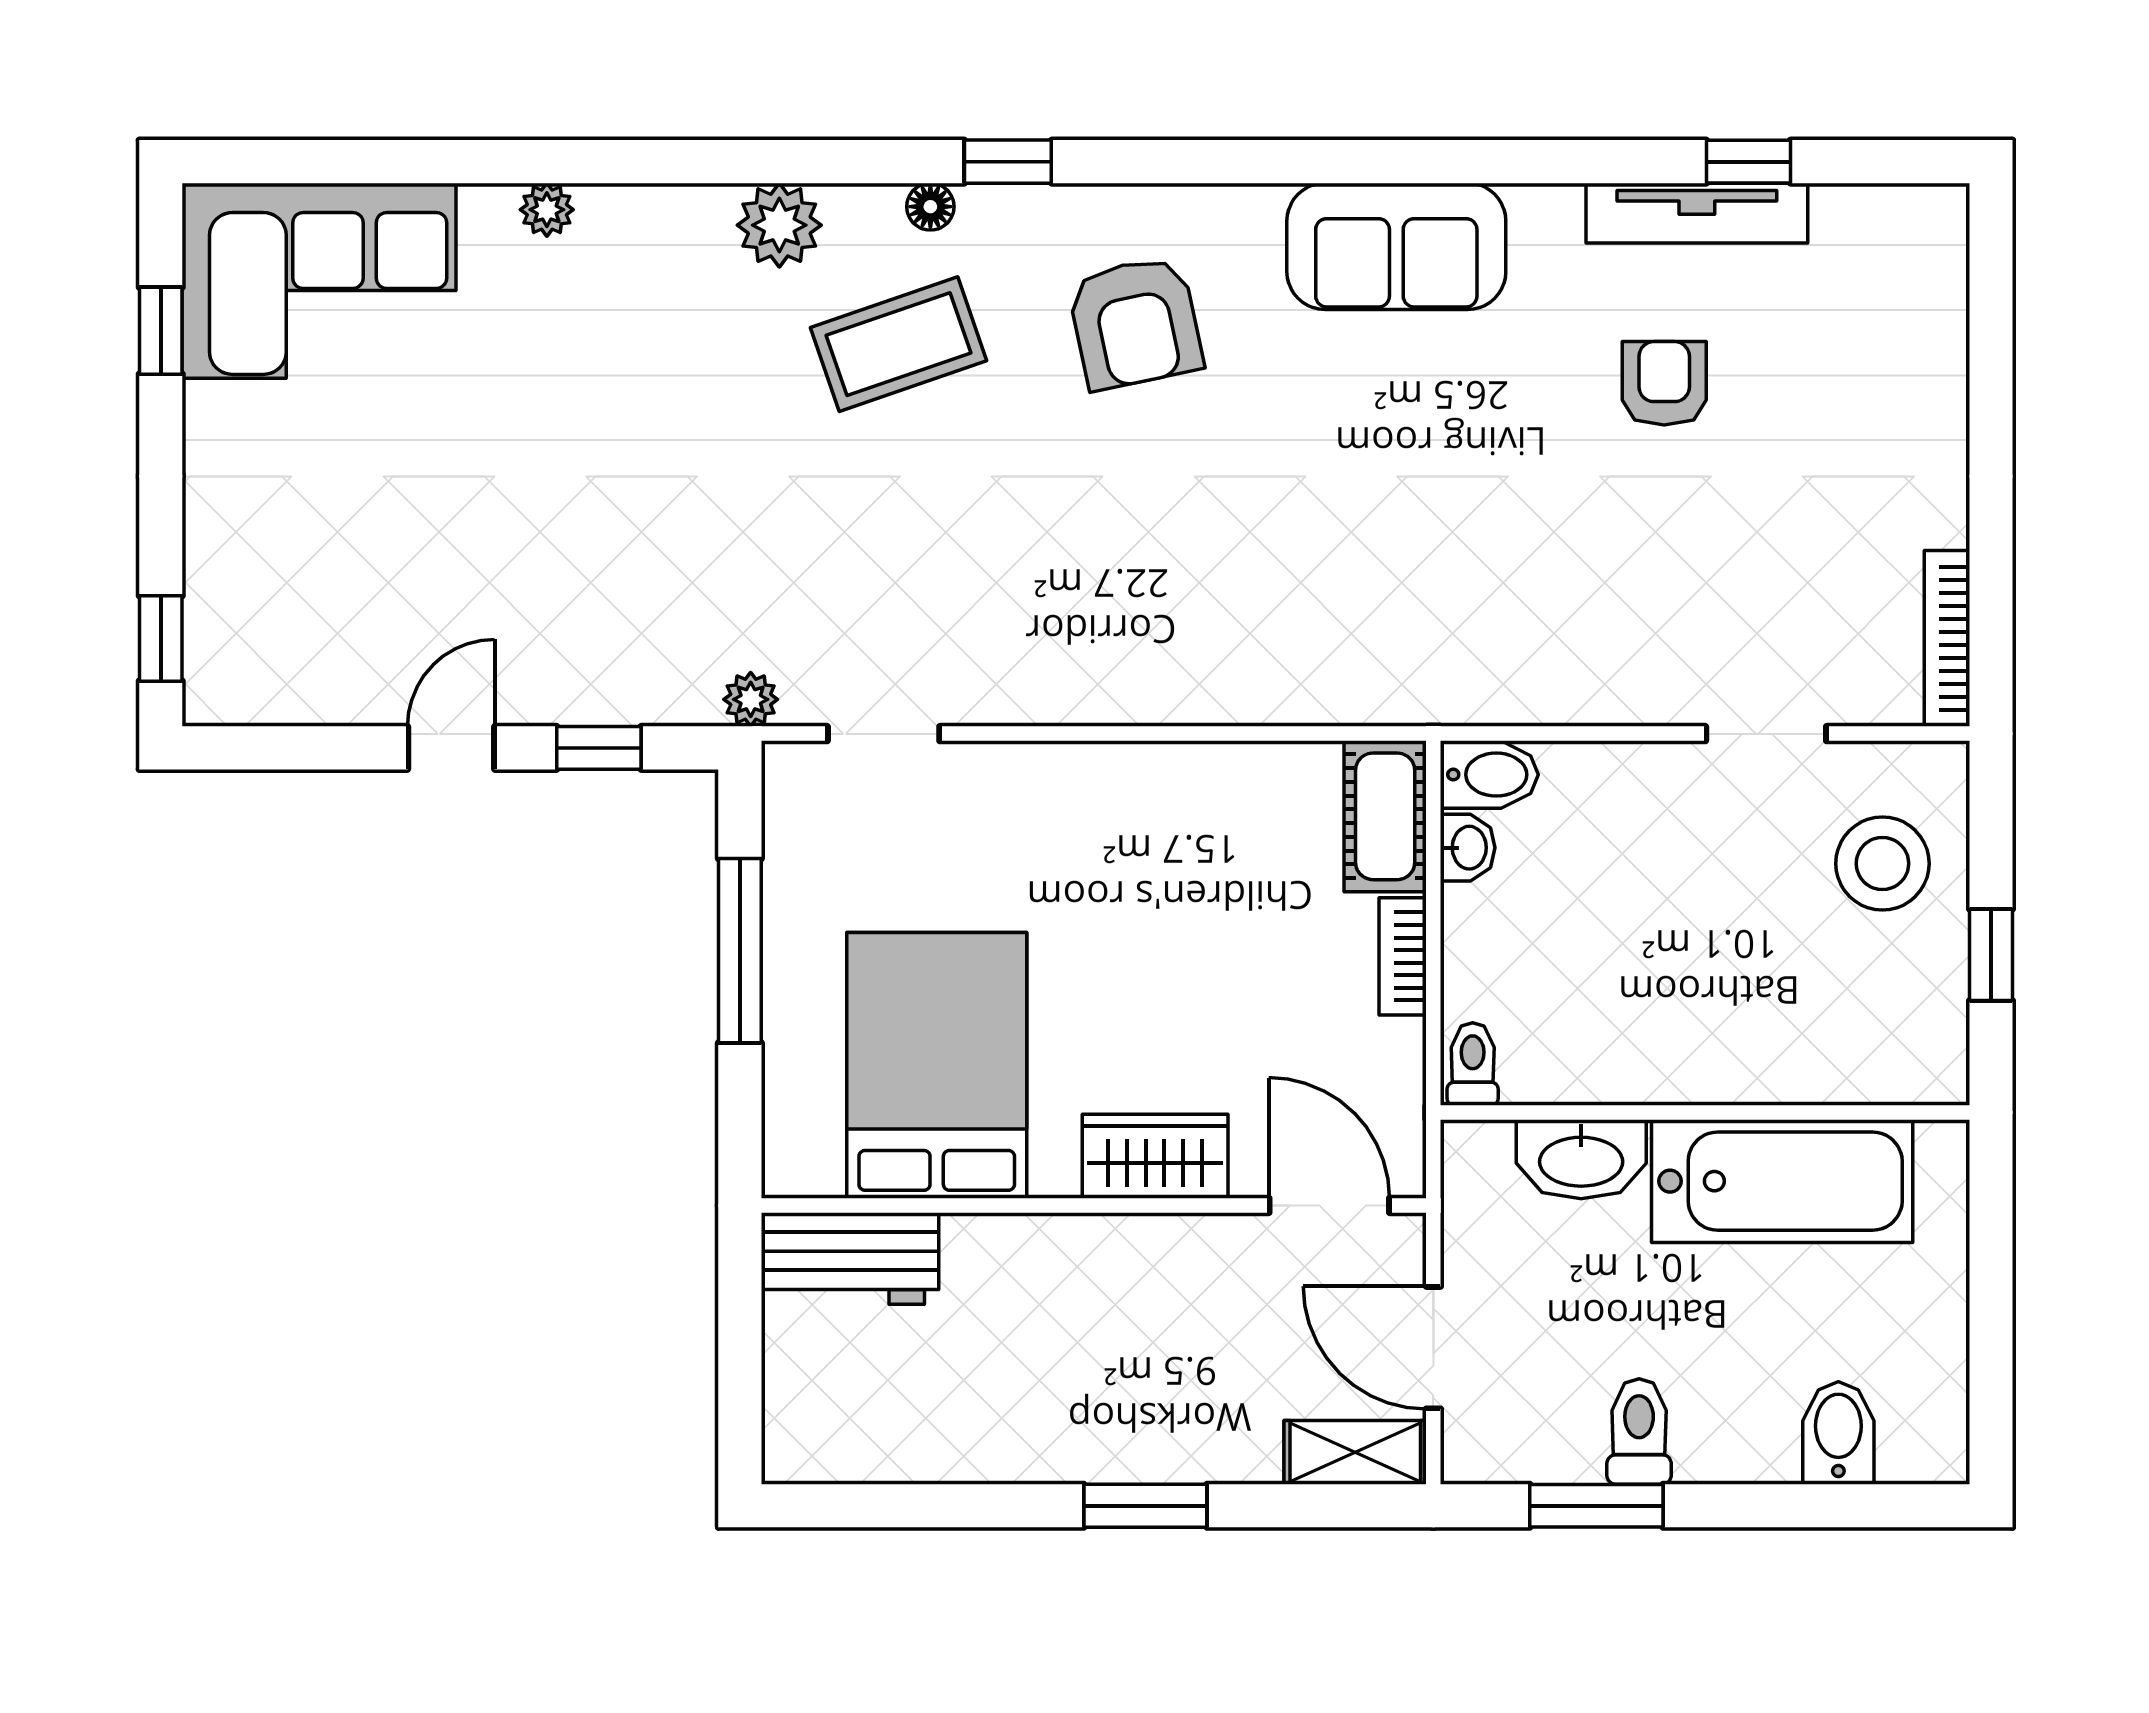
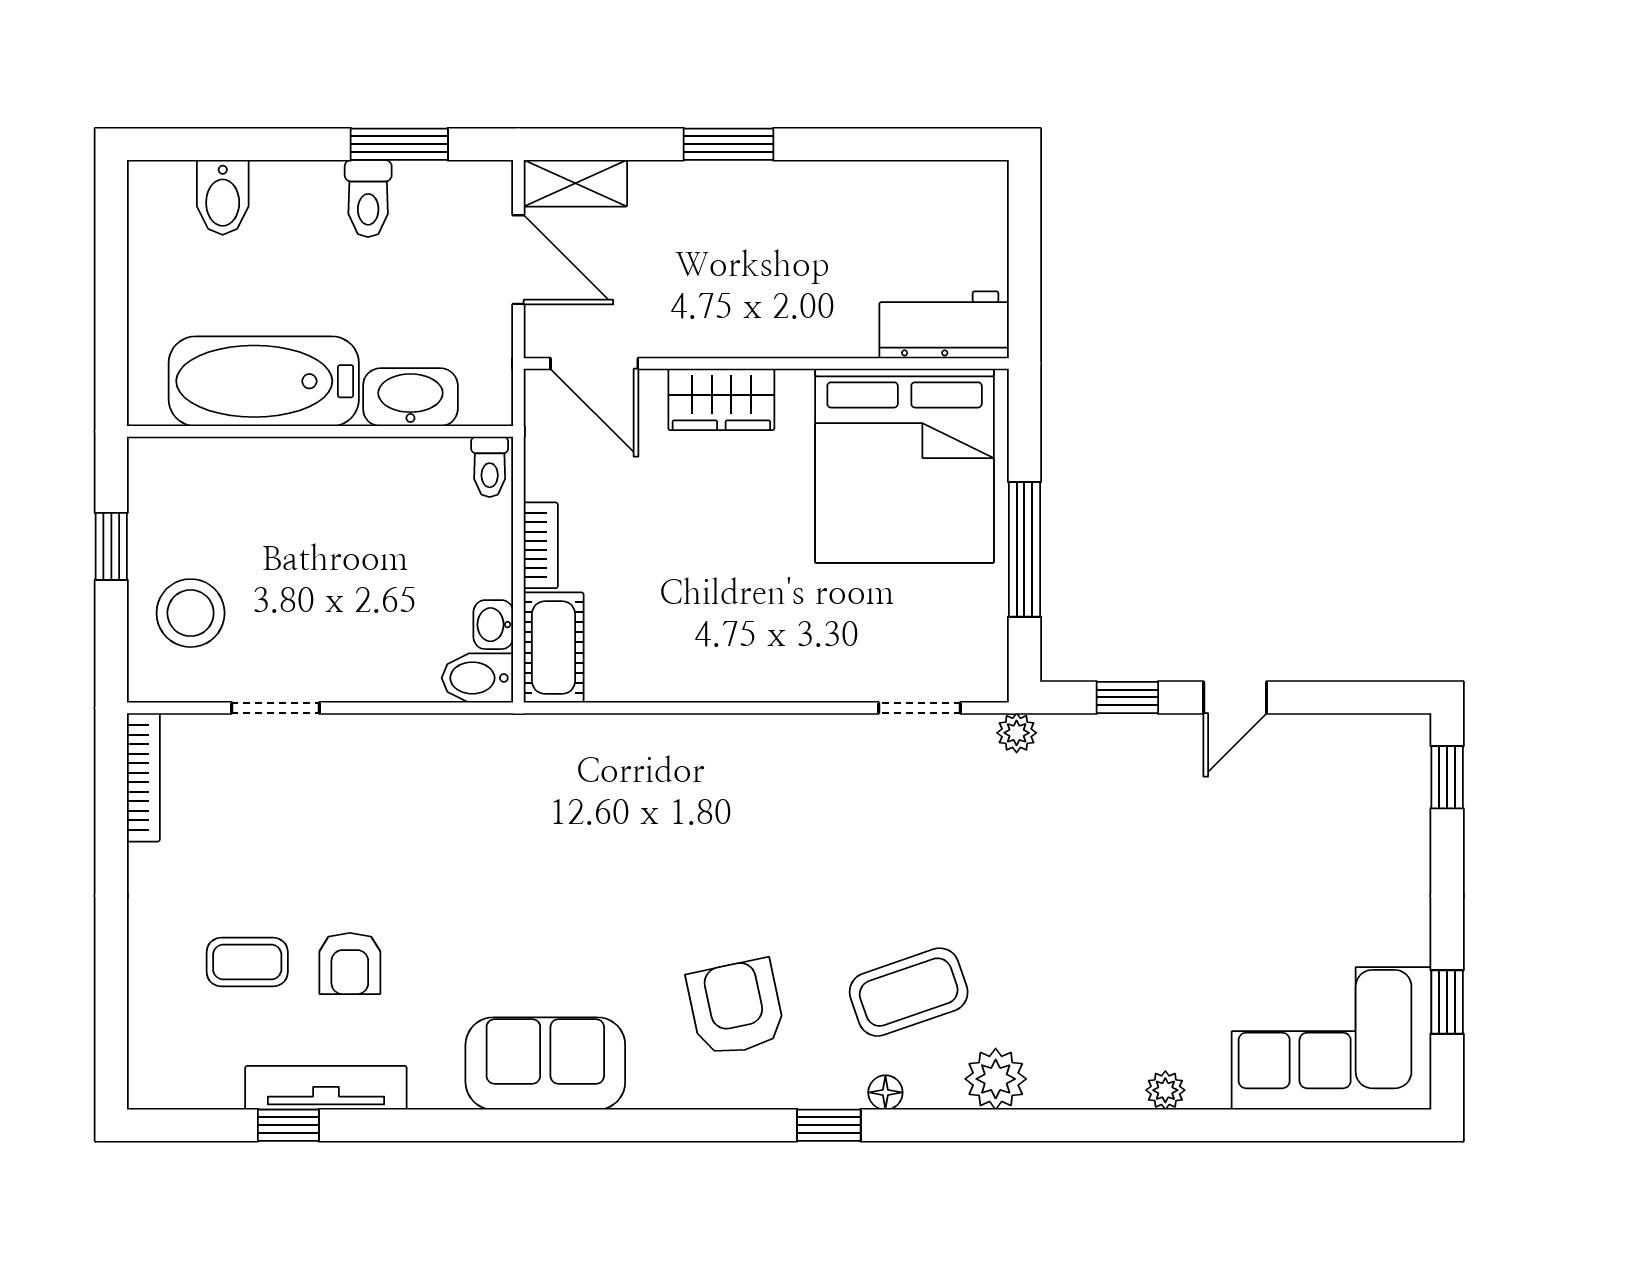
coffee table: (1805, 385) -> (247, 962), added
bed: (937, 1065) -> (905, 466), width x1.36

